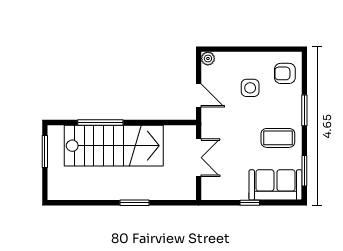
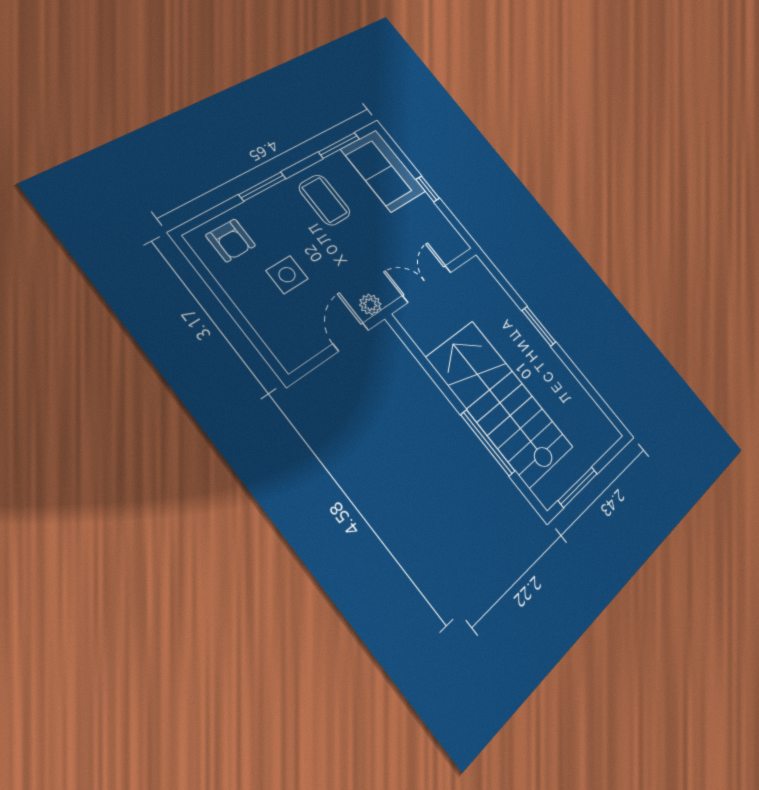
plant: (208, 58) -> (370, 304), moved

